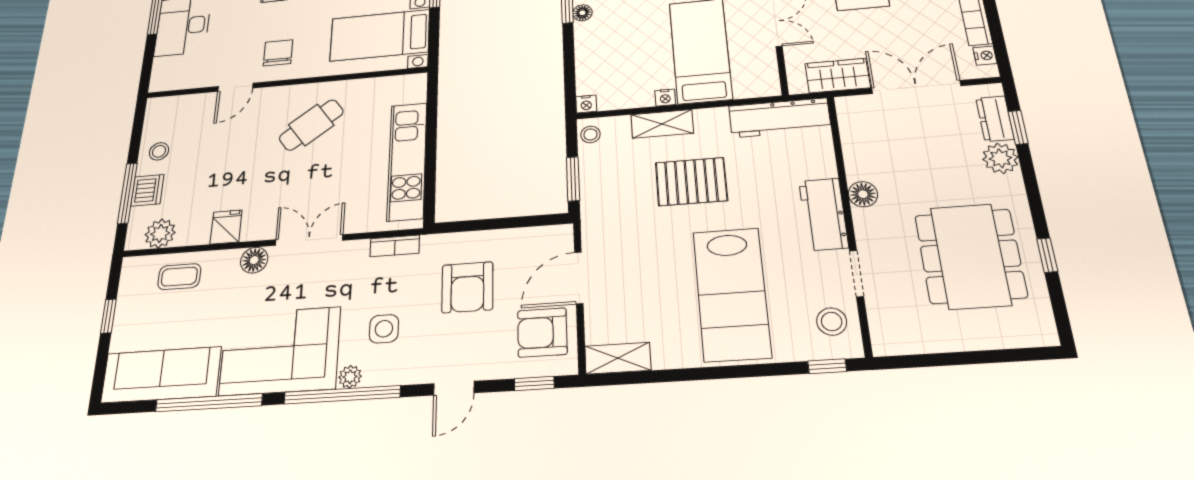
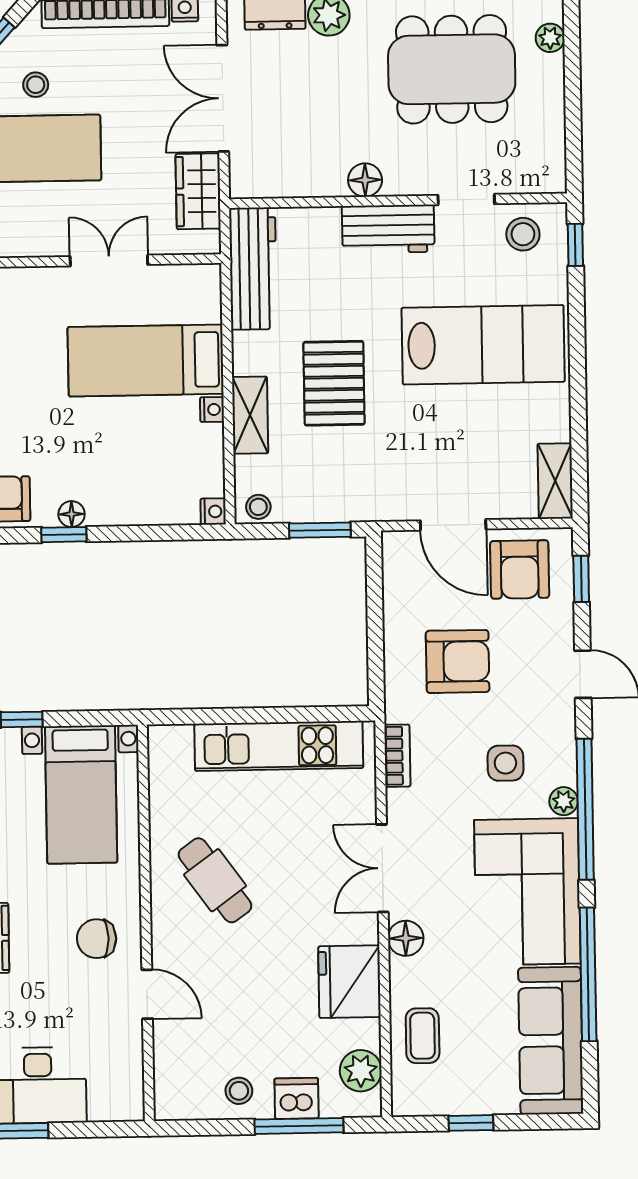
fridge: (226, 227) -> (349, 982), width x1.88, depth x1.34
plant: (1014, 336) -> (550, 38), added

